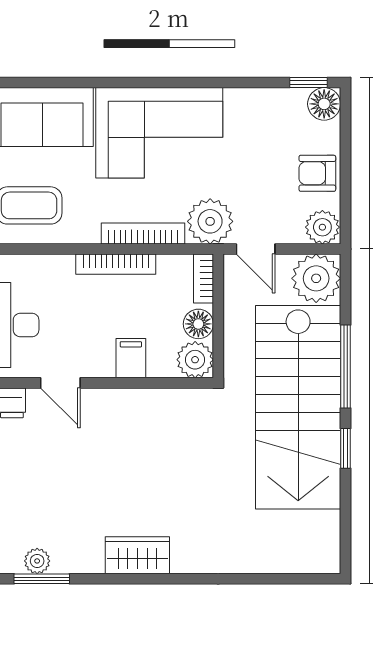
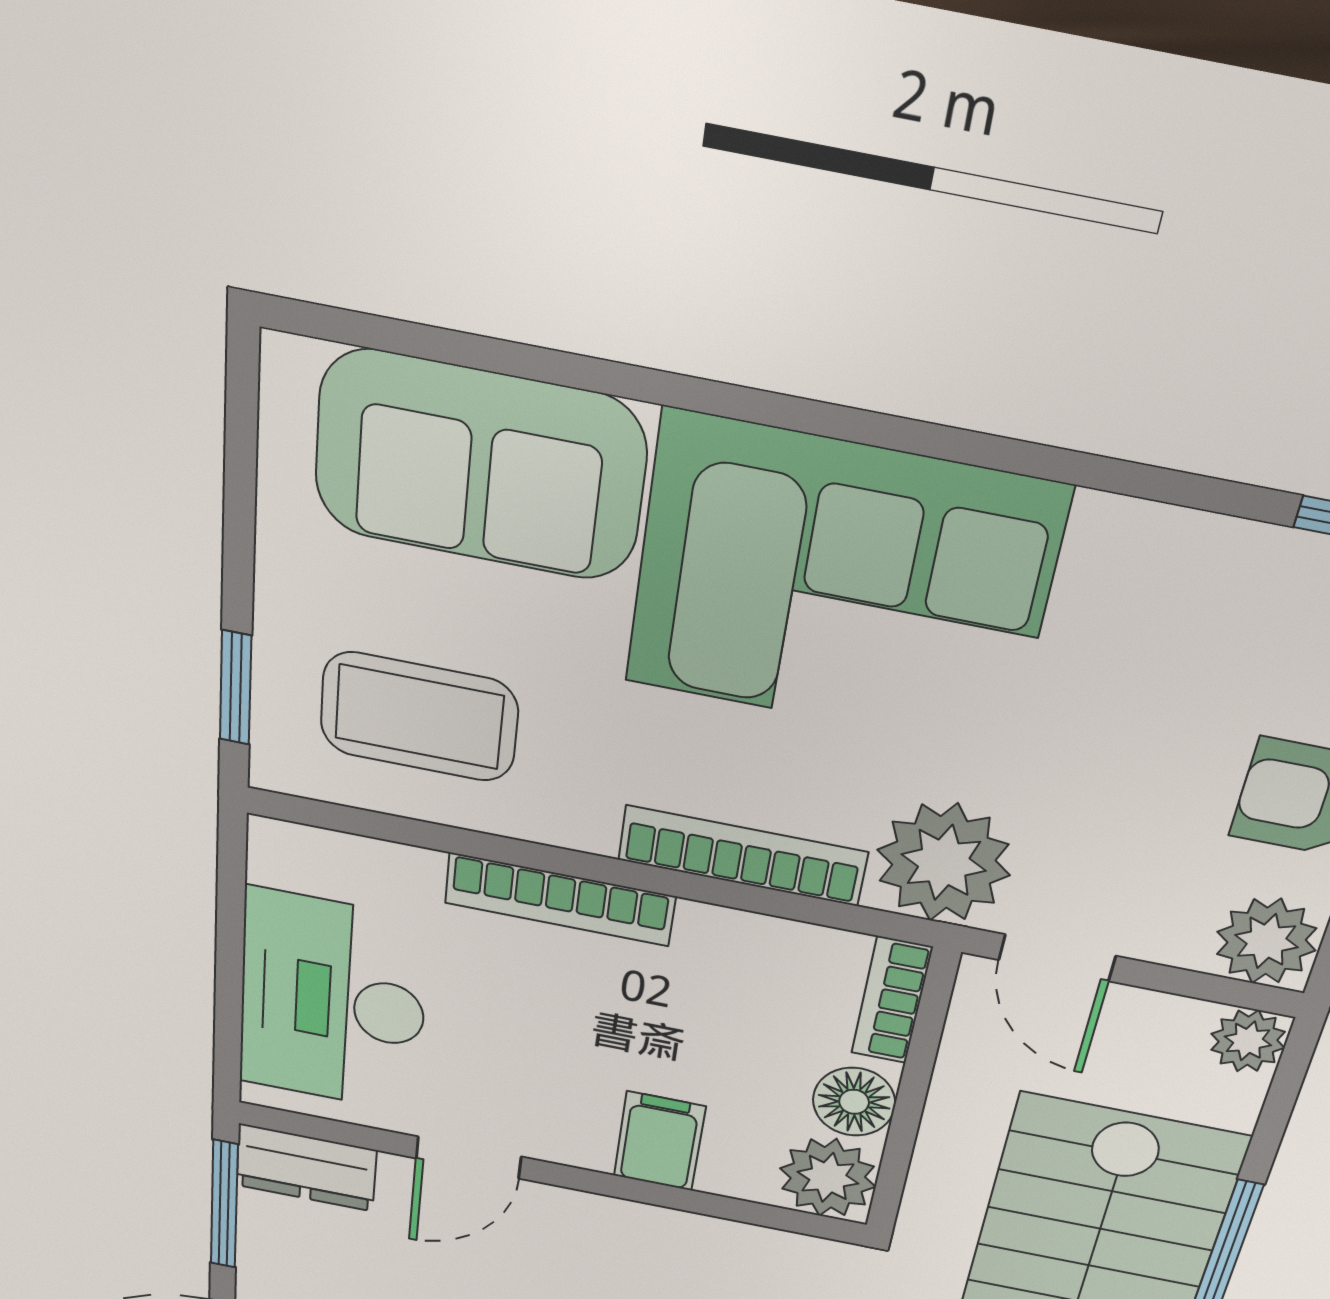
bookcase: (116, 264) -> (560, 900), moved
plant: (316, 278) -> (1248, 1041), width x0.53, depth x0.53
door: (60, 383) -> (469, 1157), hinge flipped

